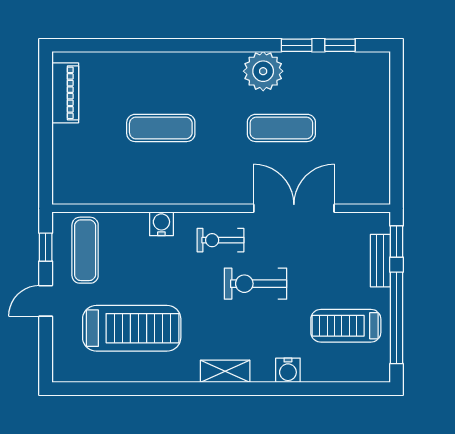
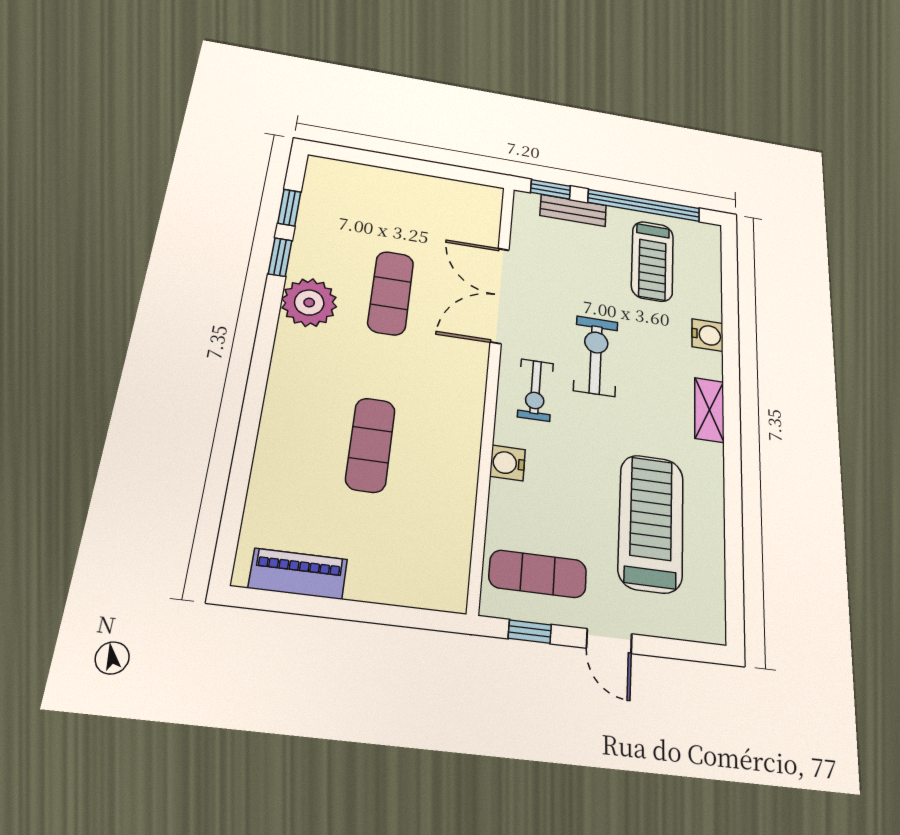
exercise bike: (256, 284) -> (596, 356), turned 180

